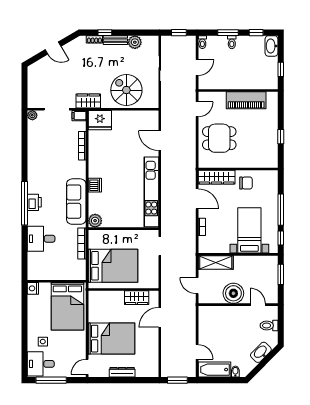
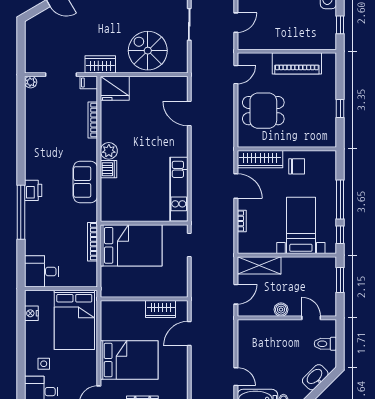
kitchen unit: (151, 192) -> (179, 189), width x0.73
sofa: (76, 202) -> (85, 182), width x0.73
window: (25, 203) -> (21, 212), moved
plant: (95, 221) -> (109, 151), moved
desk: (41, 239) -> (42, 271), moved
bed: (113, 266) -> (131, 245), moved
door: (197, 286) -> (236, 294), swing flipped
nightstand: (33, 288) -> (31, 313), moved
boiler: (233, 293) -> (281, 310), width x0.54, depth x0.54

